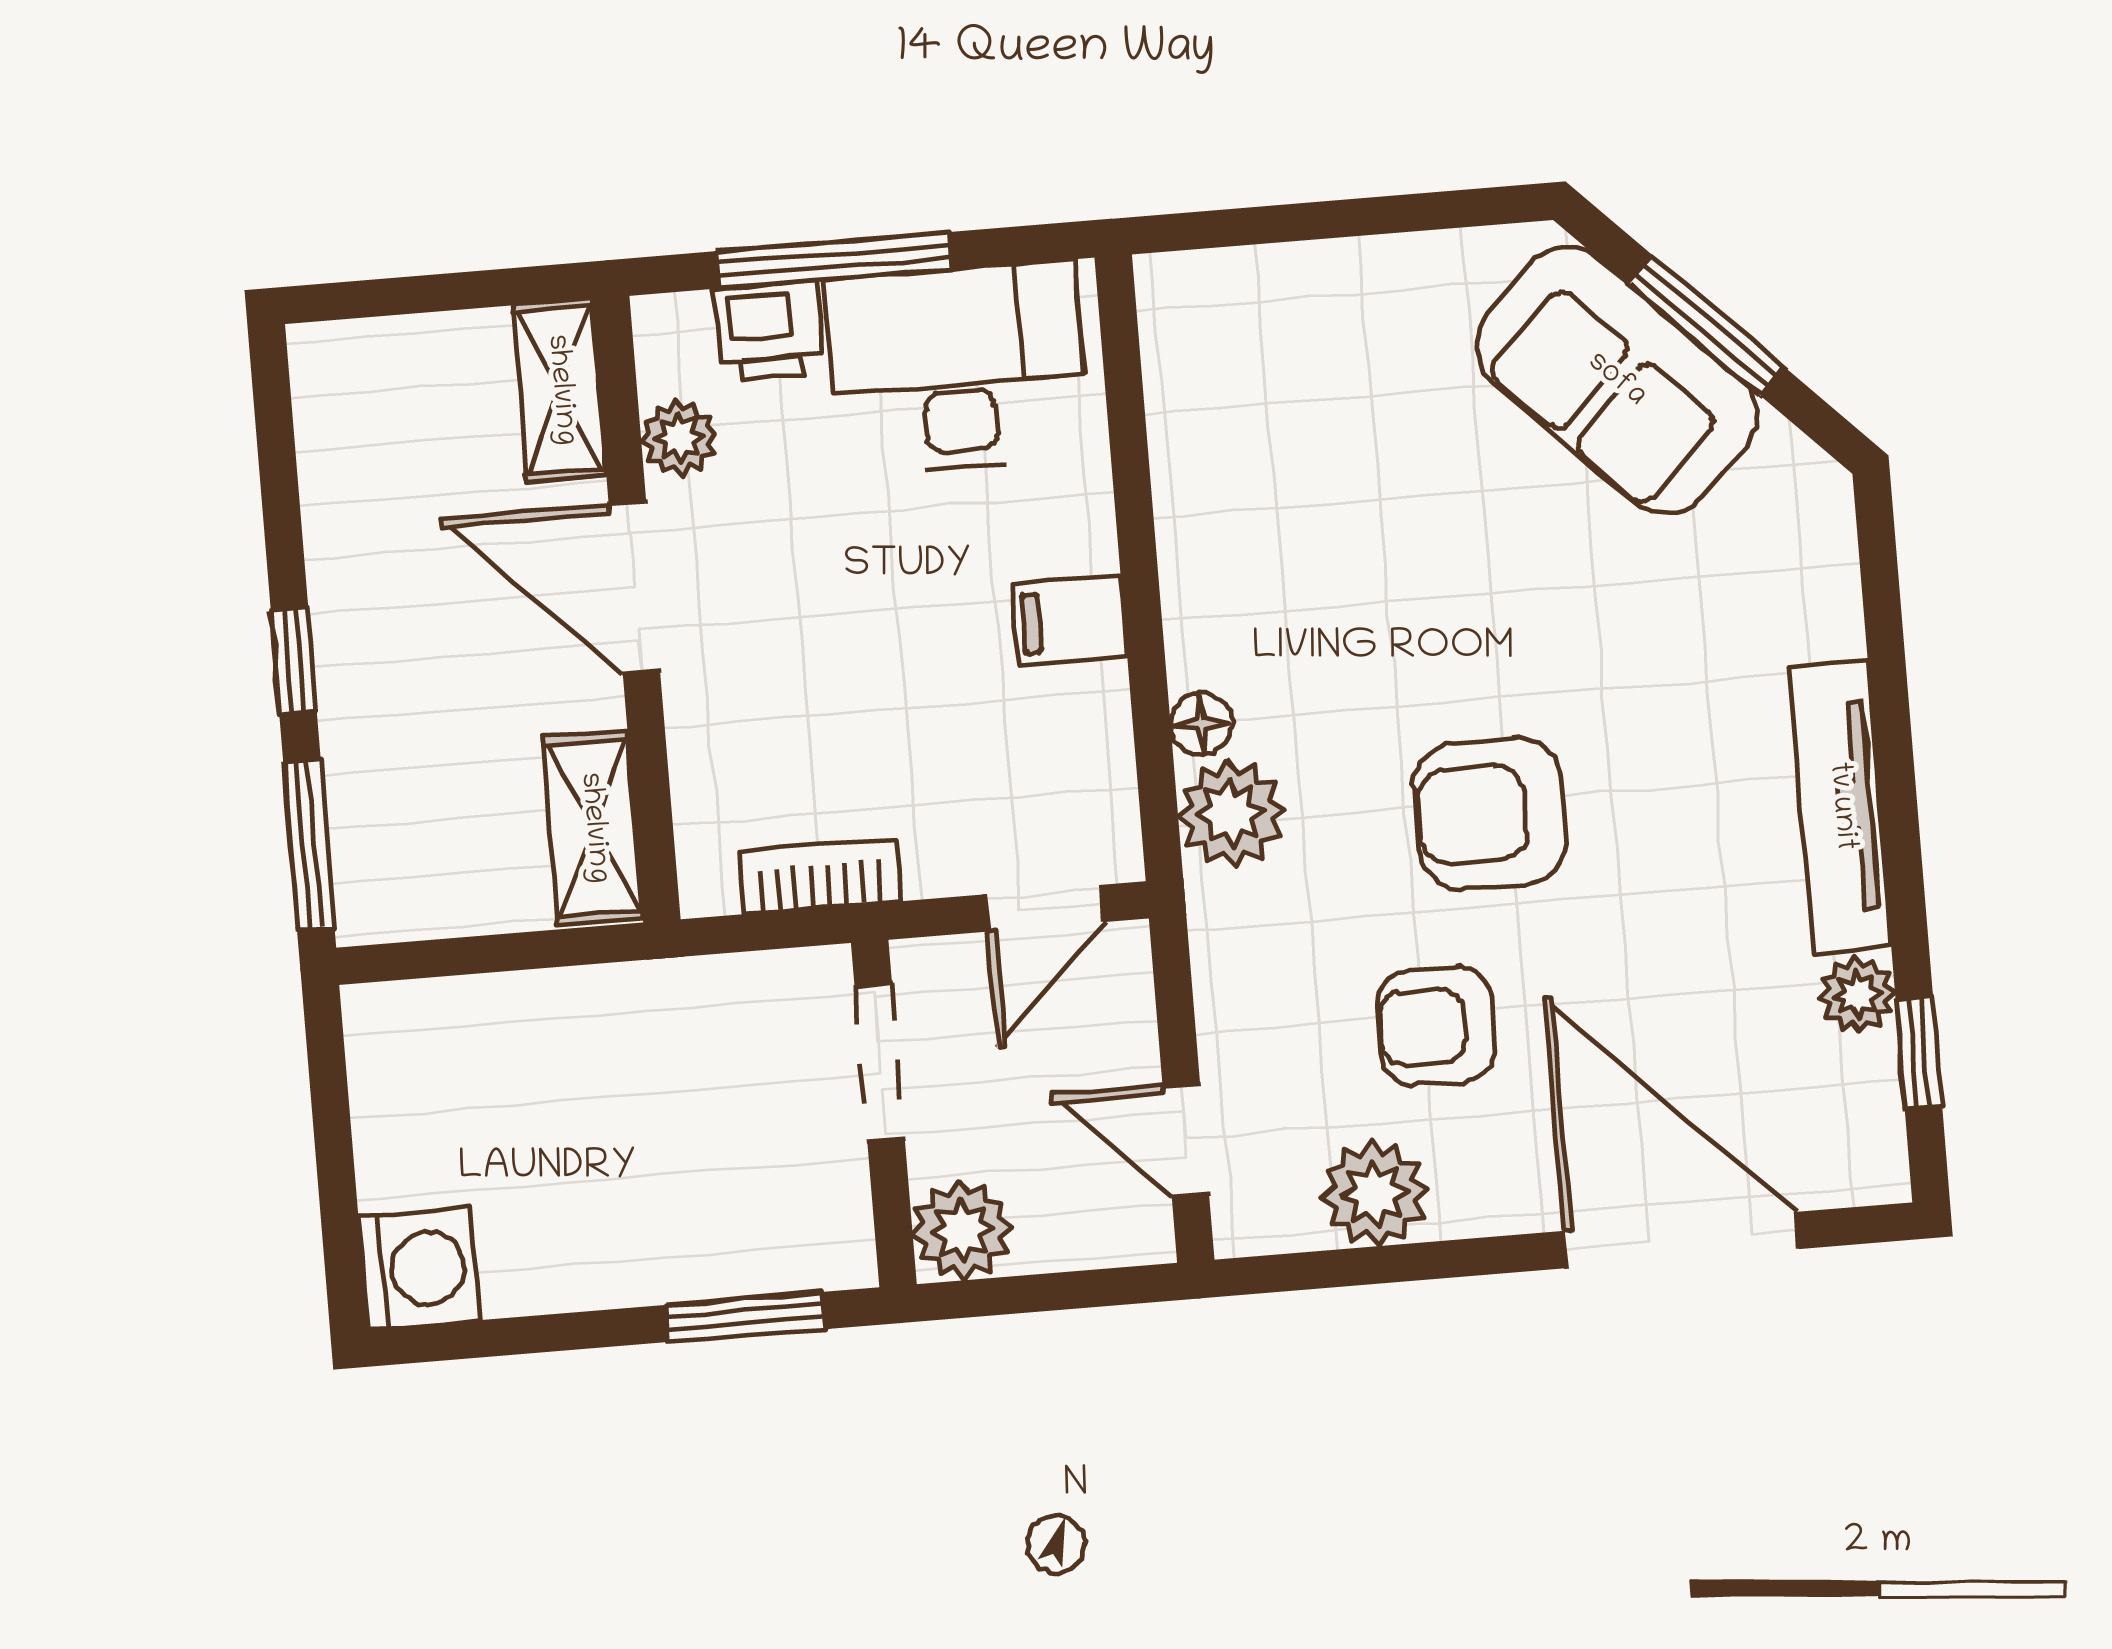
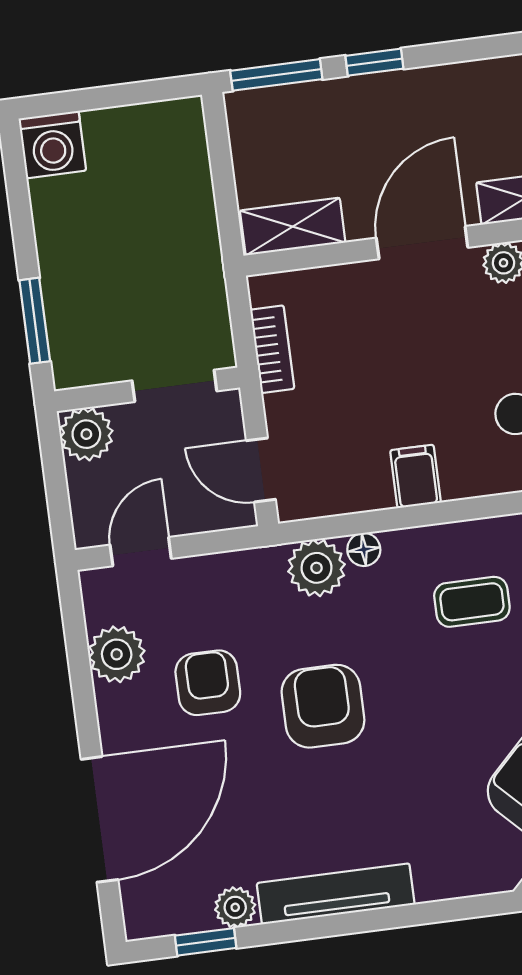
coffee table: (1308, 526) -> (472, 602), added

